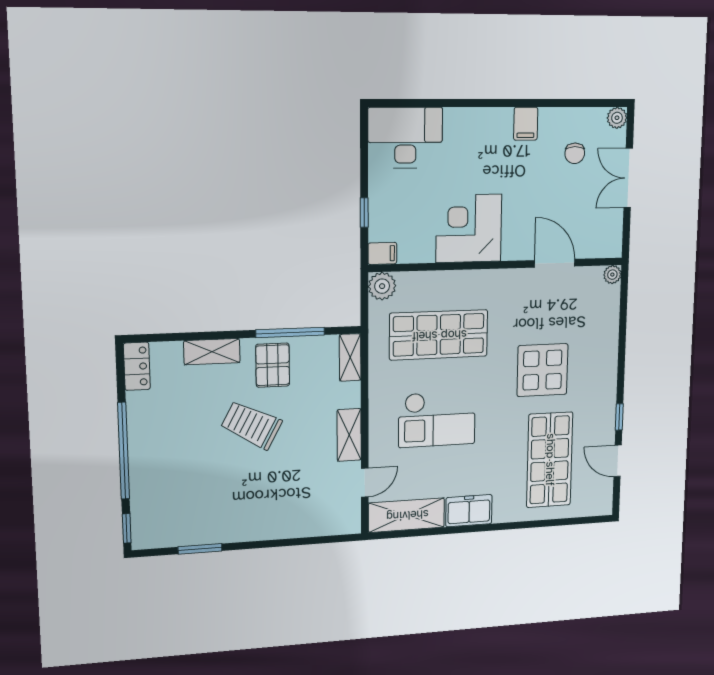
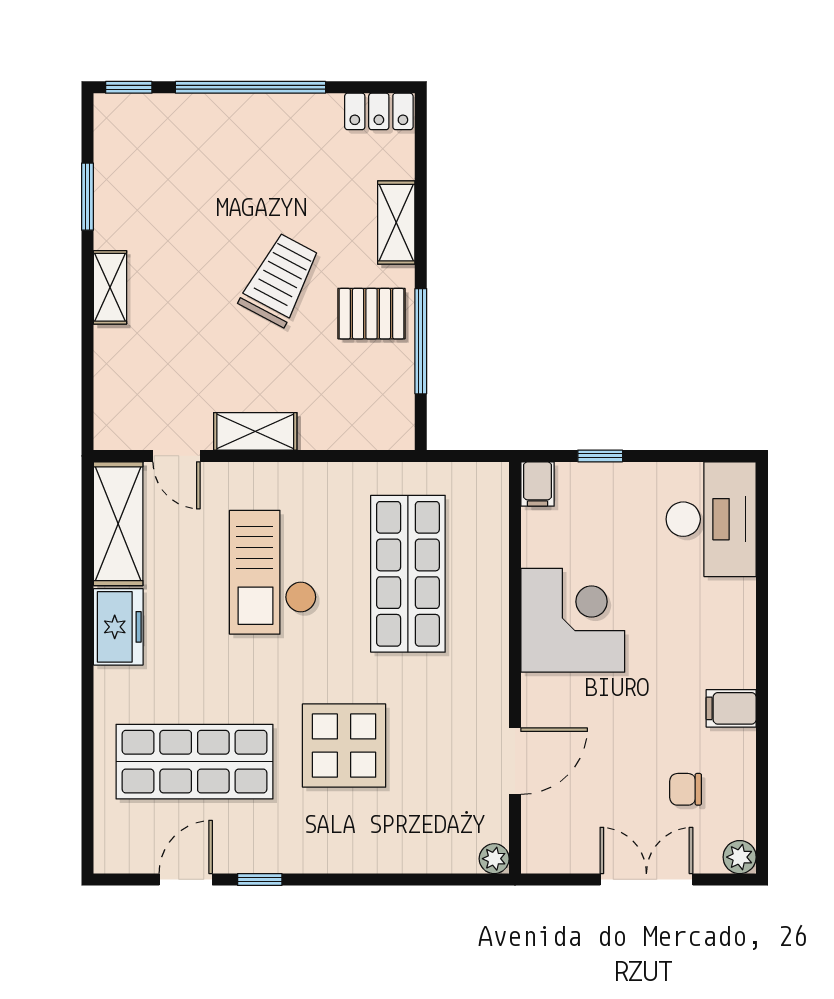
plant: (382, 286) -> (487, 484), removed
shelving: (350, 357) -> (110, 287), moved, turned 90

